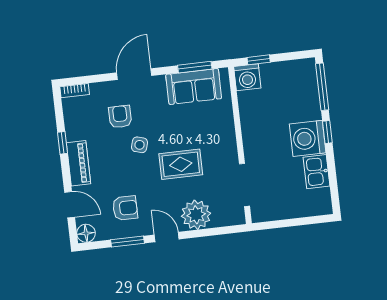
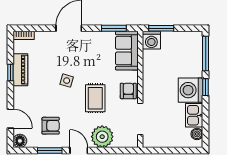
window: (259, 60) -> (161, 28), width x1.50
sofa: (194, 87) -> (127, 51), moved, turned 90
armchair: (120, 117) -> (128, 91), moved
piano: (79, 163) -> (20, 70), moved
rug: (181, 164) -> (95, 98), turned 90
boiler: (323, 196) -> (197, 134), added

